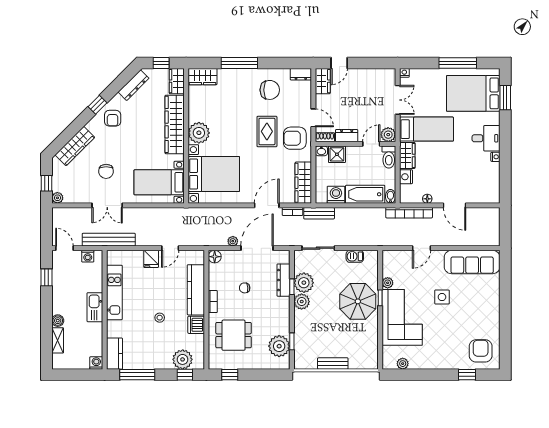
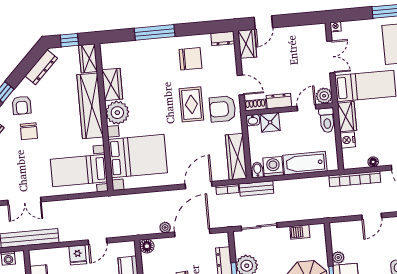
wardrobe: (203, 77) -> (112, 84), moved, turned -90
chair: (106, 171) -> (29, 131), moved
bidet: (390, 196) -> (257, 170), moved

